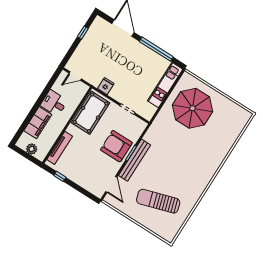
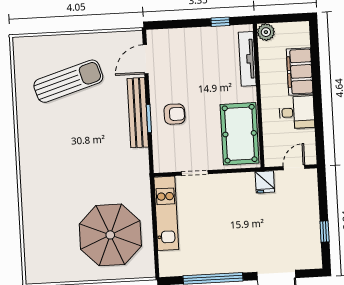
kitchen unit: (165, 85) -> (166, 213), moved
fridge: (106, 86) -> (265, 182), moved
armchair: (116, 146) -> (174, 114), width x0.53, depth x0.53
plant: (32, 149) -> (266, 32), moved
door: (111, 184) -> (146, 59), hinge flipped

